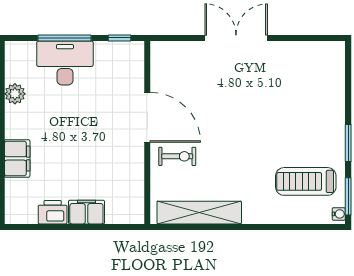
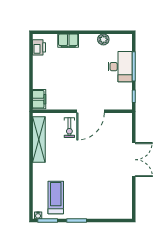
printer: (53, 212) -> (39, 47), moved
filing cabinet: (86, 212) -> (39, 99), moved

